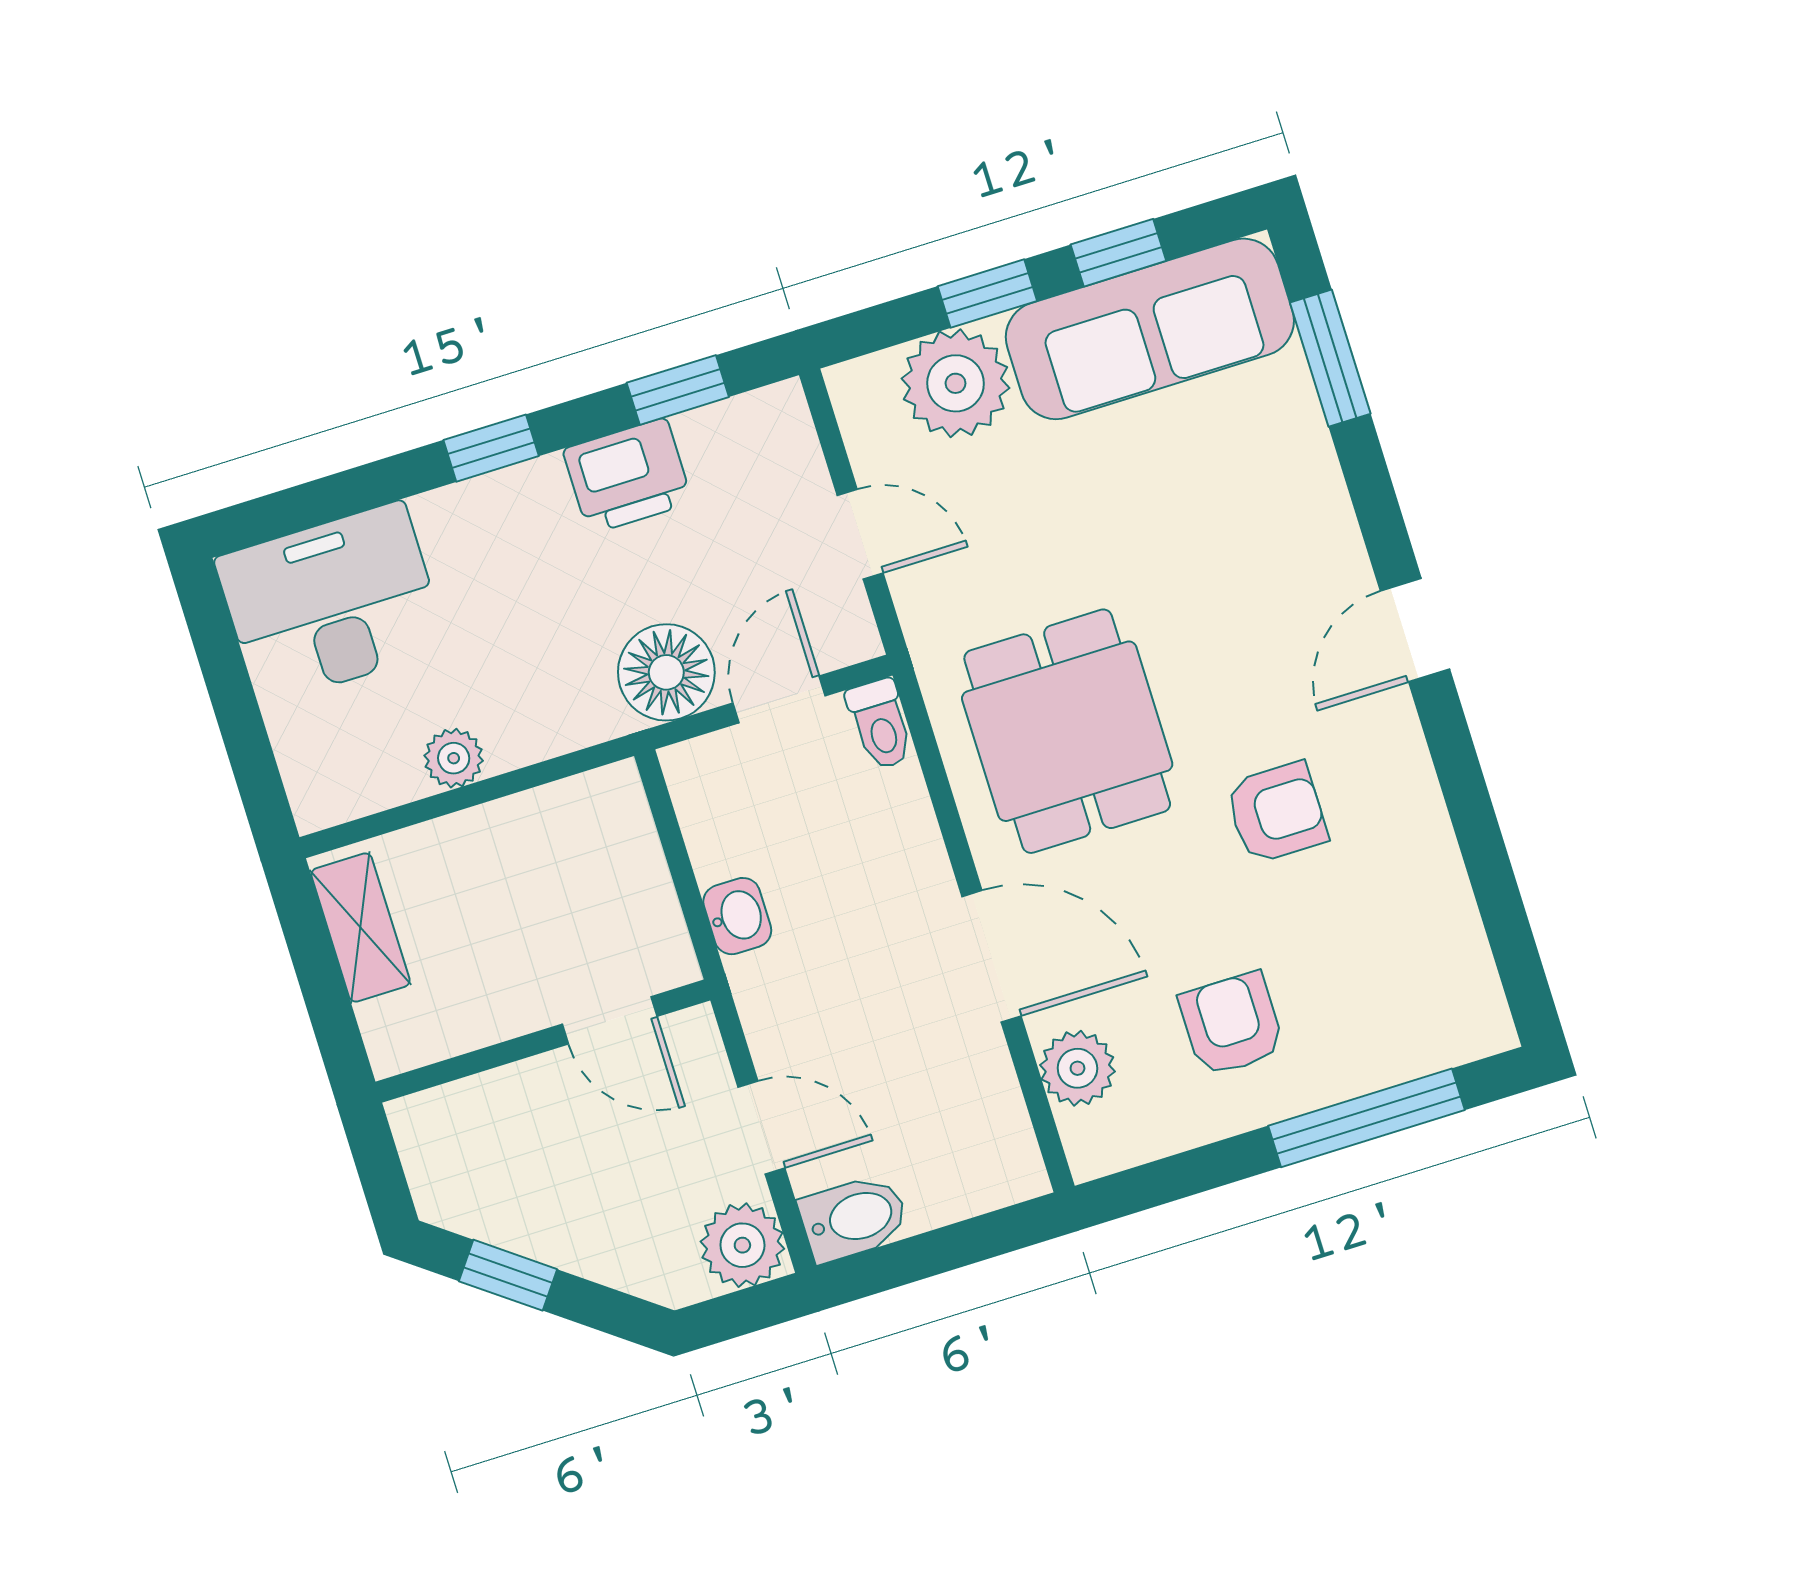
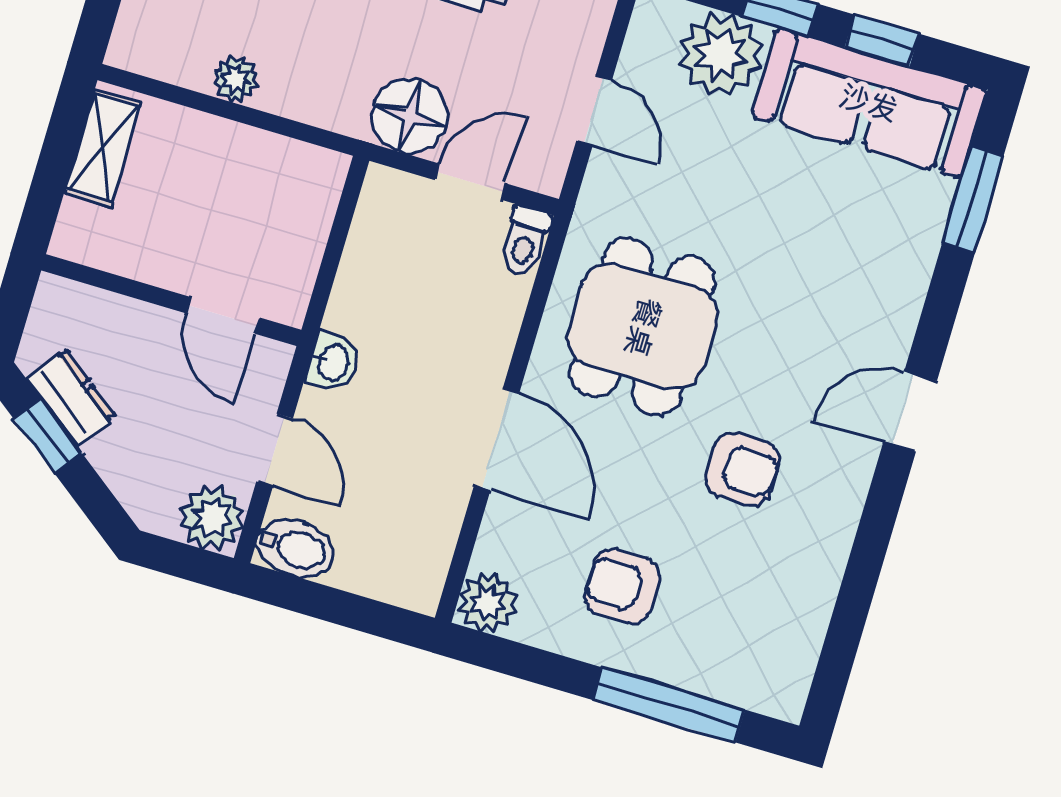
washbasin: (737, 916) -> (333, 362), moved
armchair: (1232, 1024) -> (622, 586), turned -90
plant: (1077, 1068) -> (488, 603), moved
dresser: (505, 1217) -> (71, 398), added

